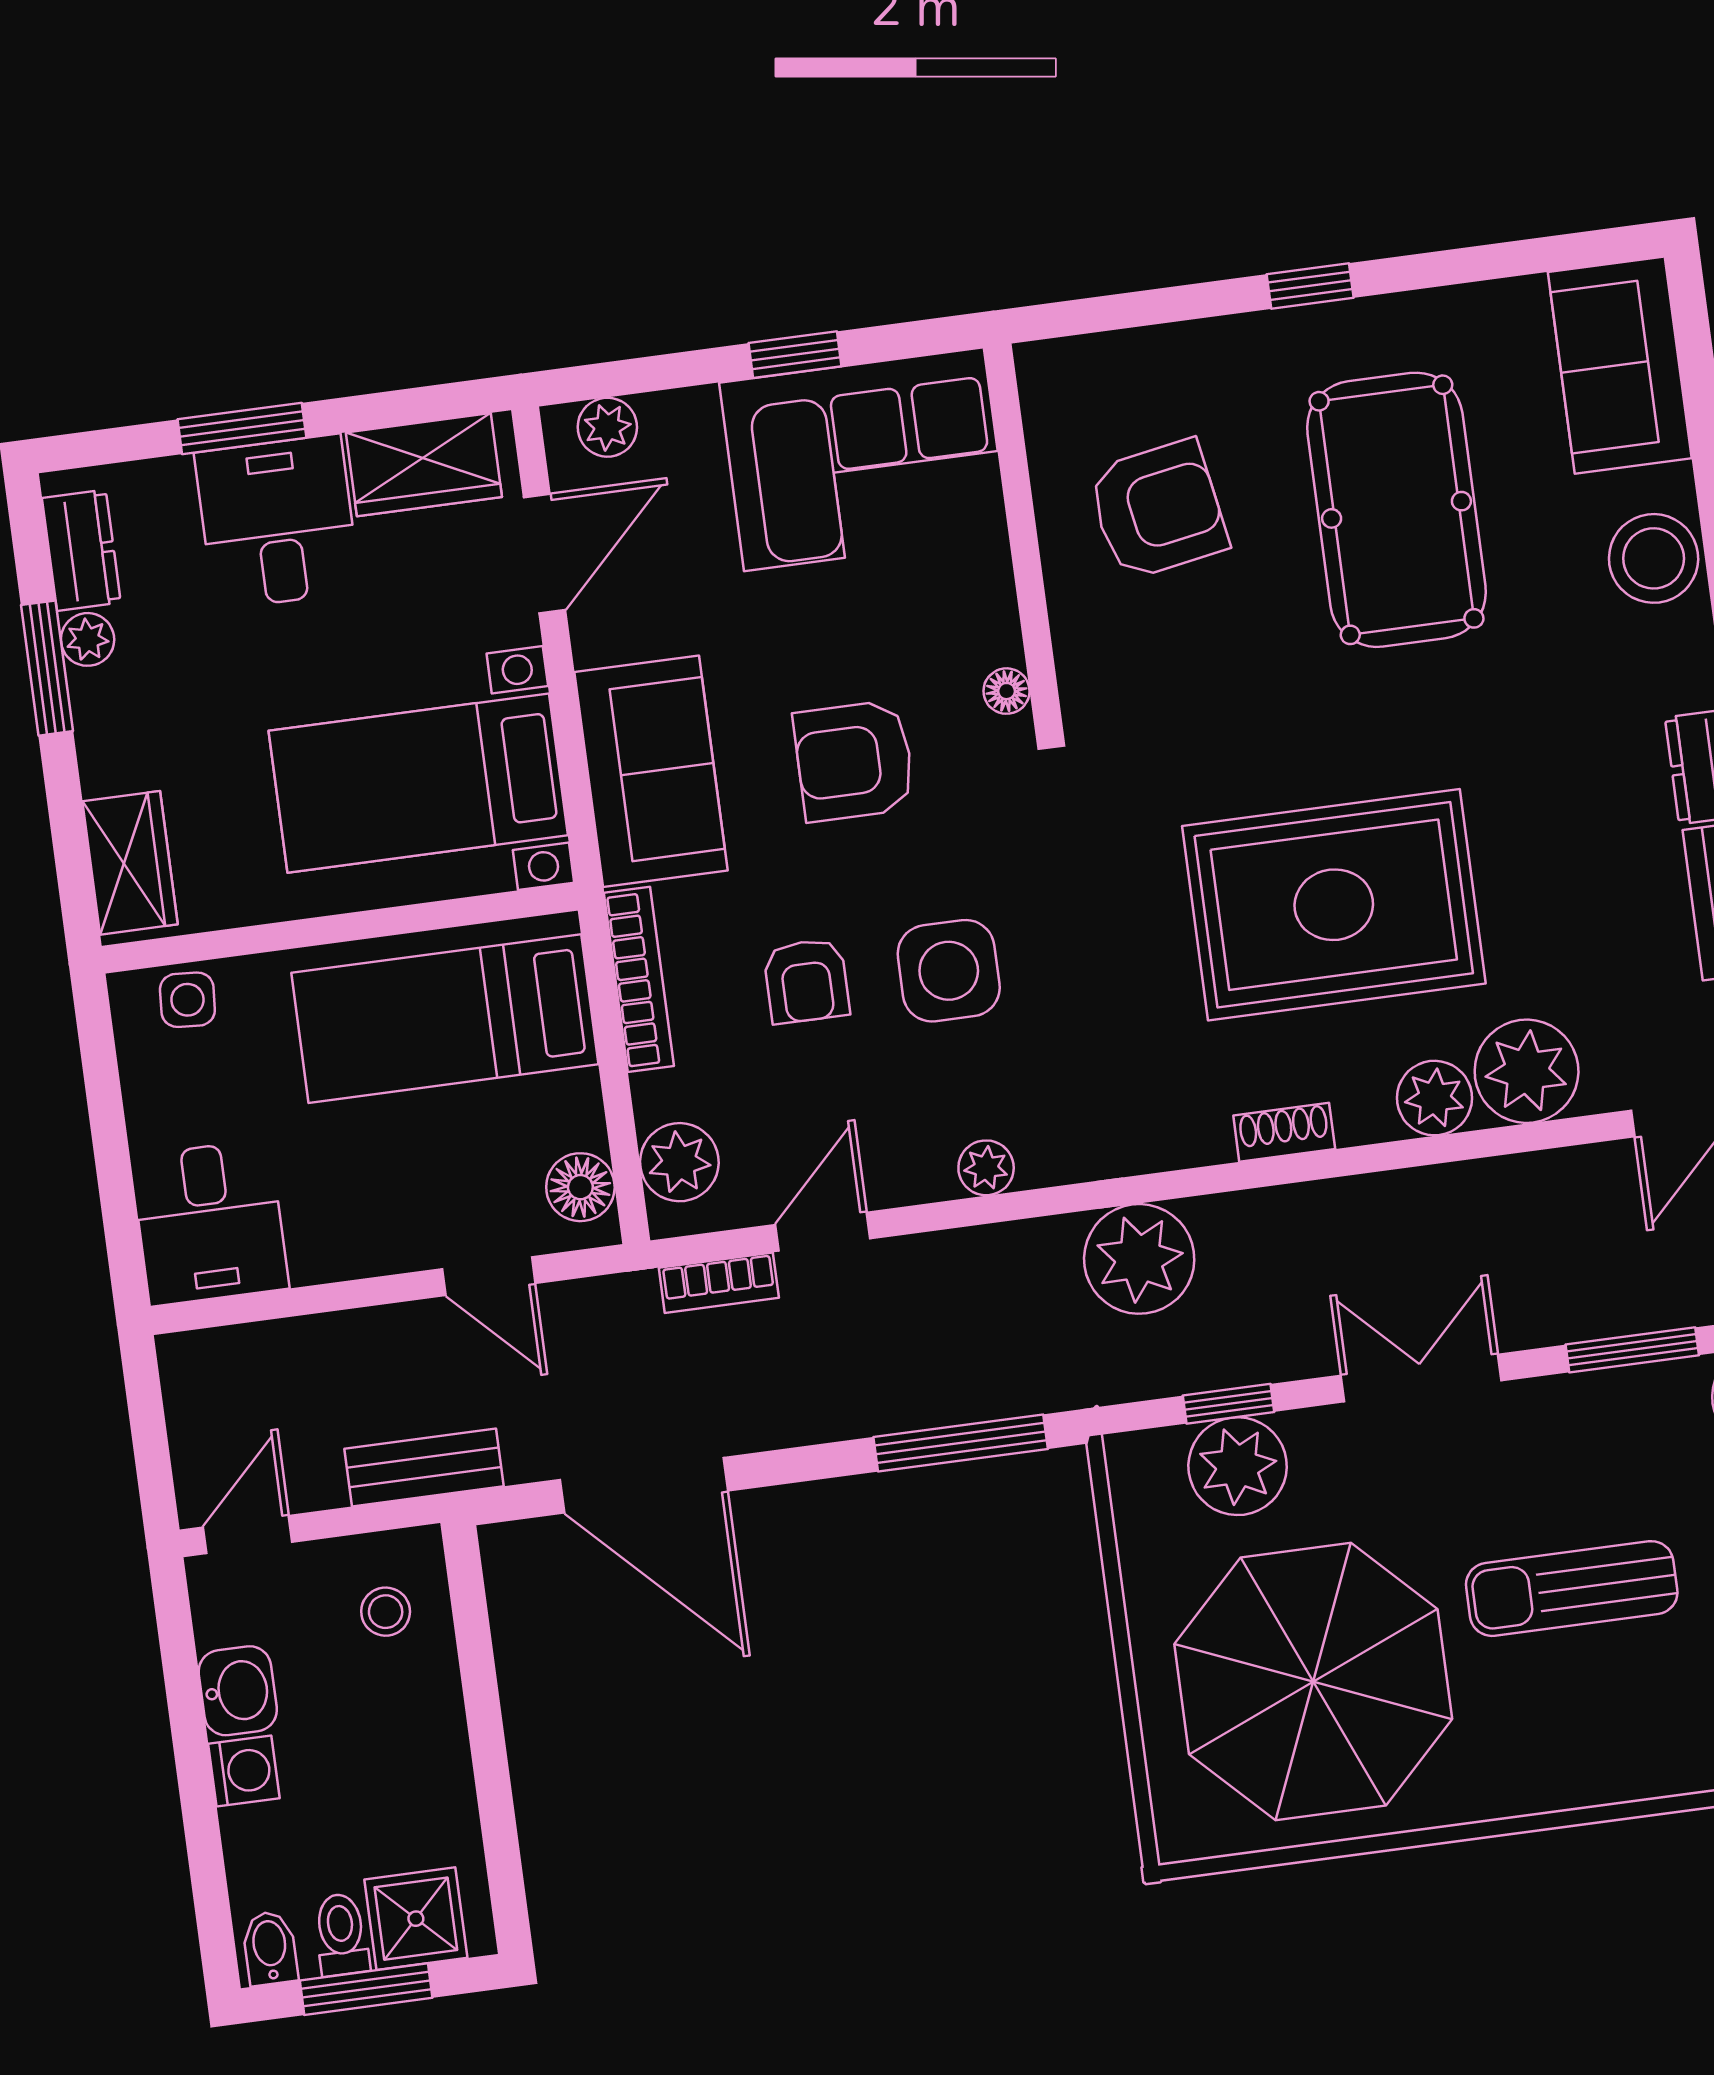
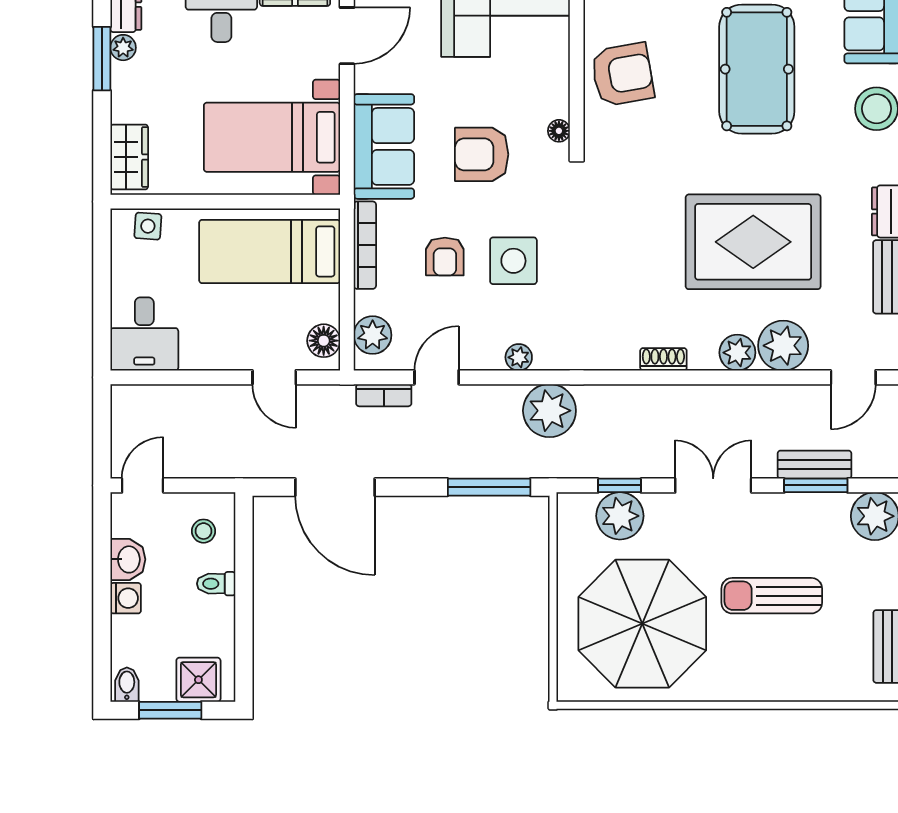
armchair: (1158, 510) -> (622, 75), moved
rug: (1334, 905) -> (753, 242), moved
plant: (1139, 1259) -> (549, 411), moved
bench: (424, 1467) -> (815, 465), moved
toilet: (341, 1934) -> (216, 584), moved, turned -90

